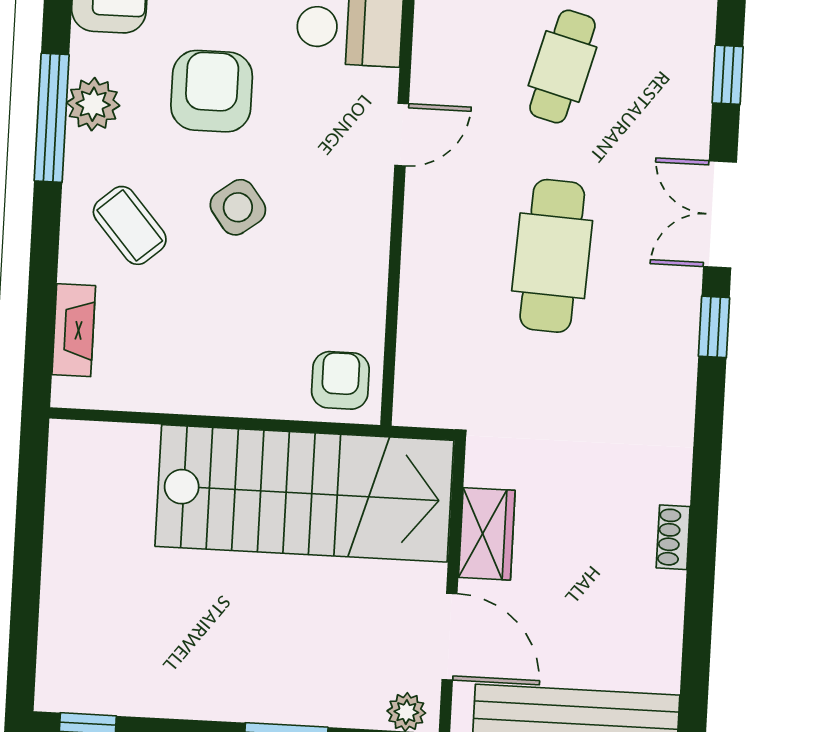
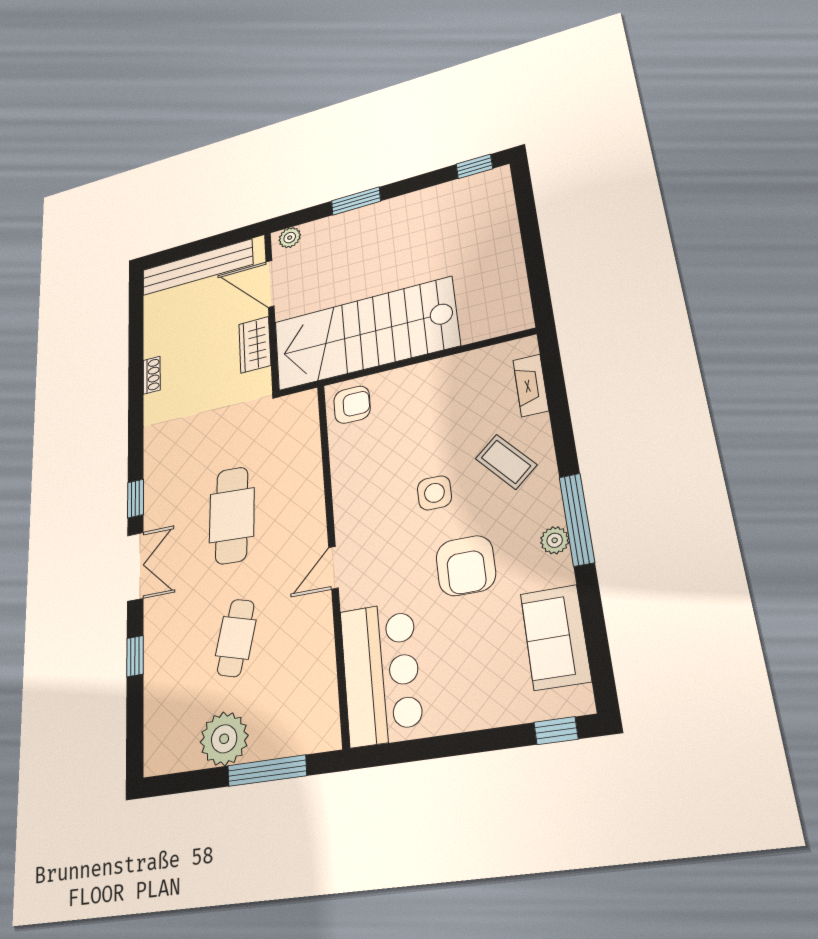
plant: (93, 104) -> (555, 540), width x0.73, depth x0.73
side table: (238, 207) -> (434, 493), turned 37
armchair: (340, 380) -> (352, 405), turned -90

